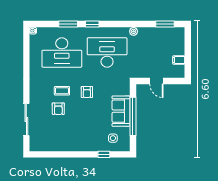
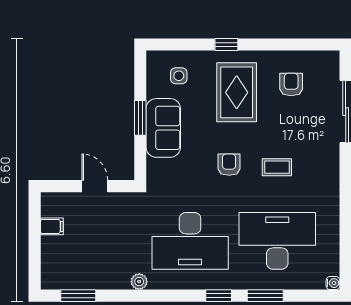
armchair: (58, 109) -> (291, 84), moved
window: (133, 116) -> (140, 118), width x0.47
rug: (83, 130) -> (237, 92), added
window: (104, 154) -> (226, 45), moved

